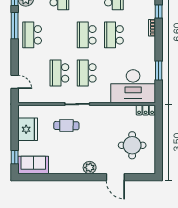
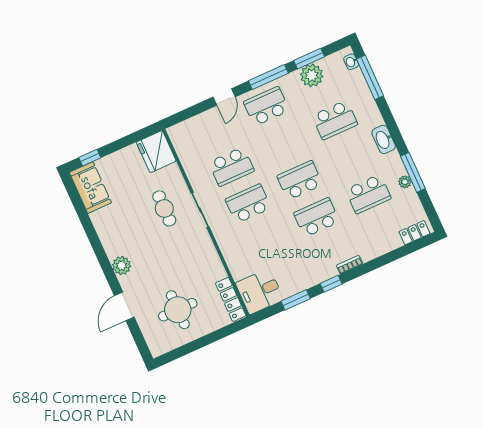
window: (159, 12) -> (331, 284), moved
school desk: (59, 73) -> (231, 167), turned 180
door: (15, 82) -> (224, 97), moved
desk: (133, 86) -> (260, 291), width x0.53, depth x0.77
locker: (146, 110) -> (231, 299), width x1.53
fridge: (28, 129) -> (156, 152), moved, turned 90

